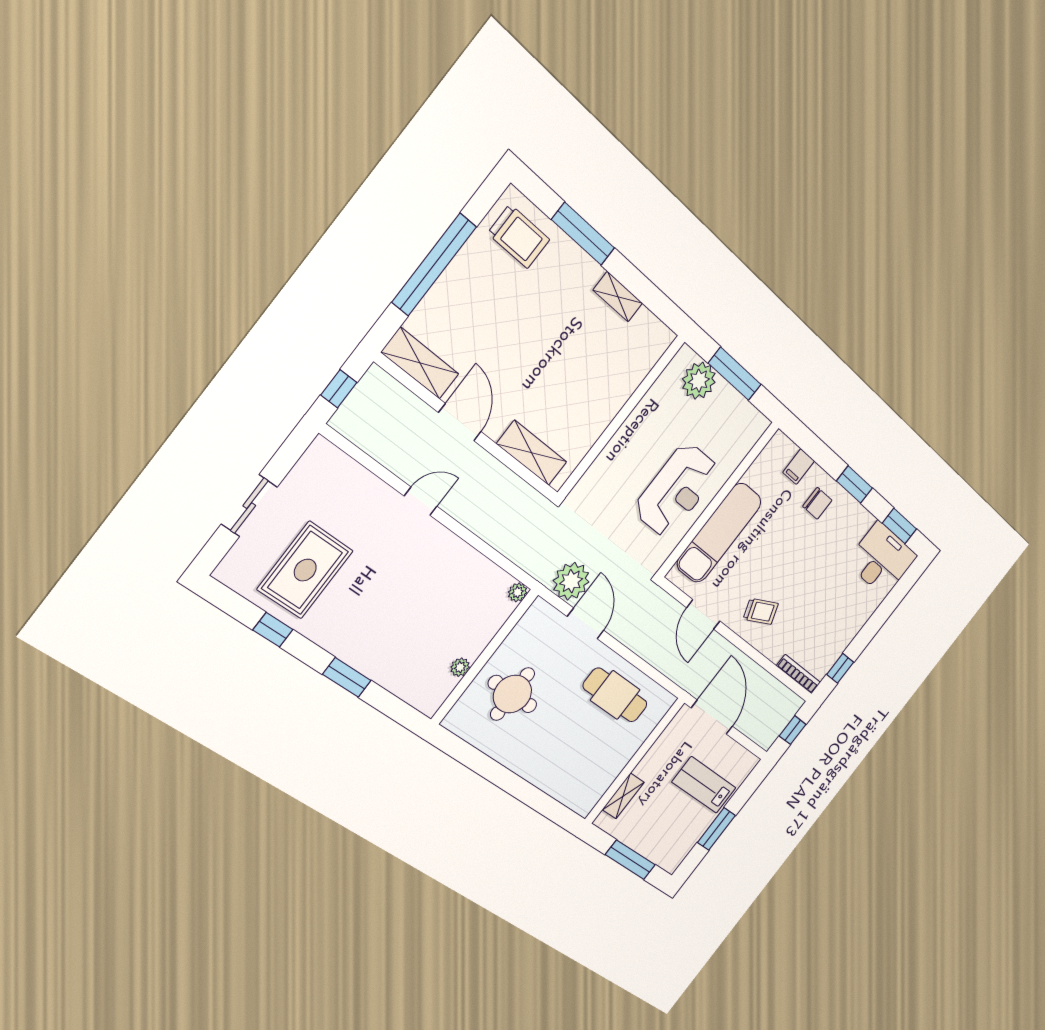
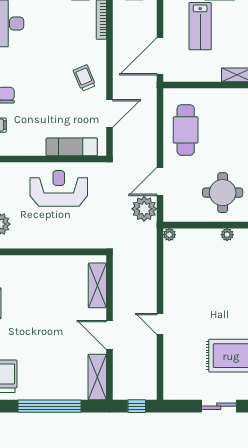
door: (460, 422) -> (110, 335), hinge flipped
exam couch: (719, 533) -> (72, 147), width x0.73, depth x0.69

